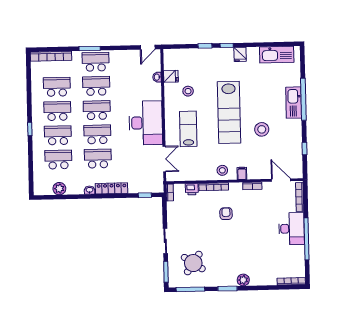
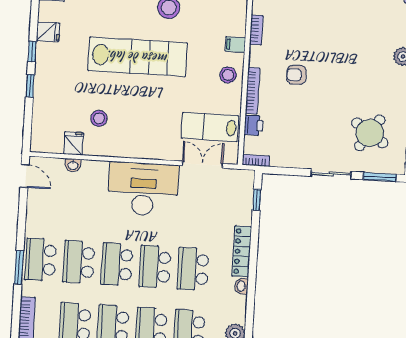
lab bench: (188, 129) -> (210, 127), moved

